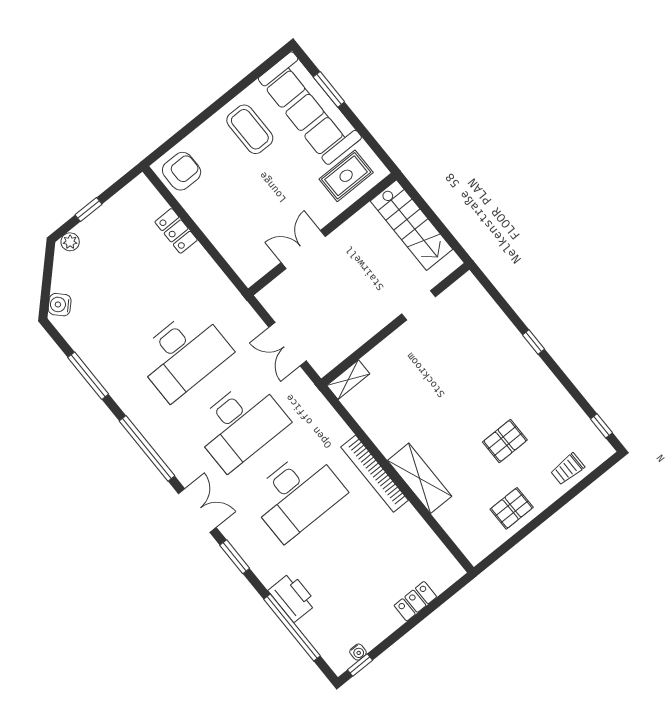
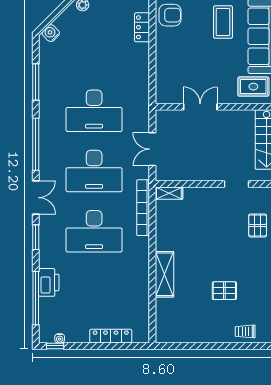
locker: (176, 231) -> (142, 27), moved
bookcase: (375, 474) -> (143, 208), moved
pallet: (512, 508) -> (258, 225), moved, turned 90
locker: (415, 601) -> (111, 336), width x1.53

